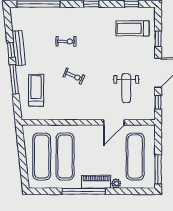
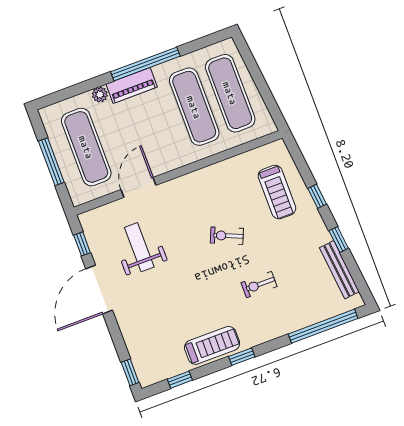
treadmill: (132, 28) -> (212, 345), moved
window: (158, 39) -> (130, 372), moved
bench: (19, 48) -> (339, 270), moved
window: (14, 79) -> (317, 196), width x0.46
window: (158, 169) -> (51, 162), moved

